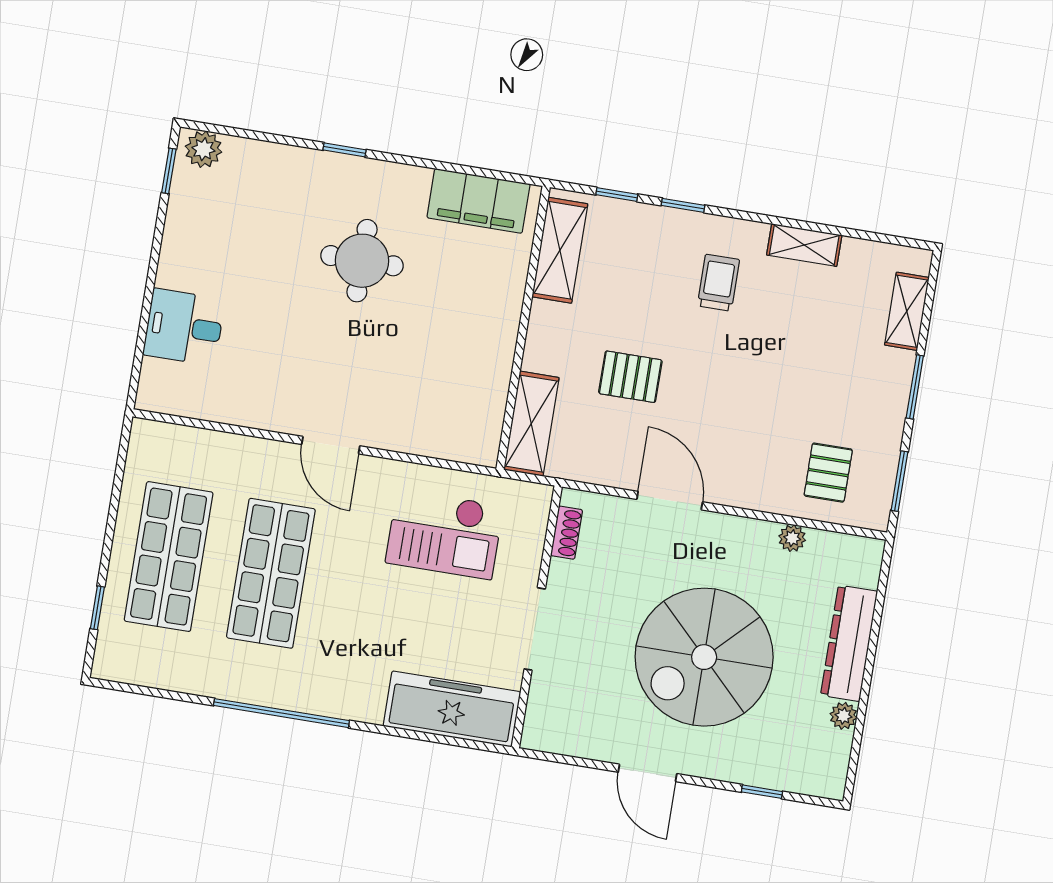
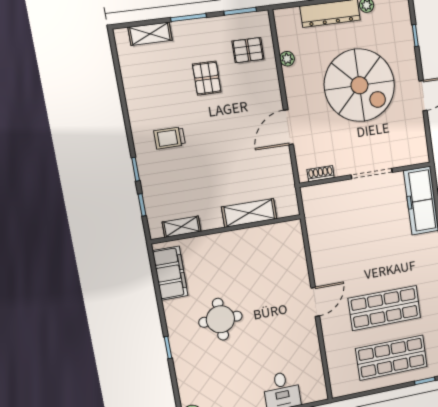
shelving: (804, 245) -> (134, 99), removed
shelving: (560, 250) -> (182, 227), width x0.67, depth x0.75
pallet: (630, 377) -> (207, 78), moved
shelving: (531, 424) -> (249, 213), moved
checkout: (444, 534) -> (340, 233), removed

